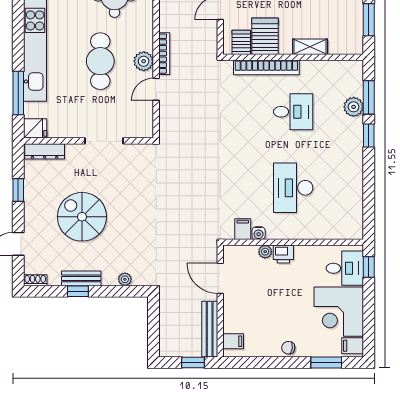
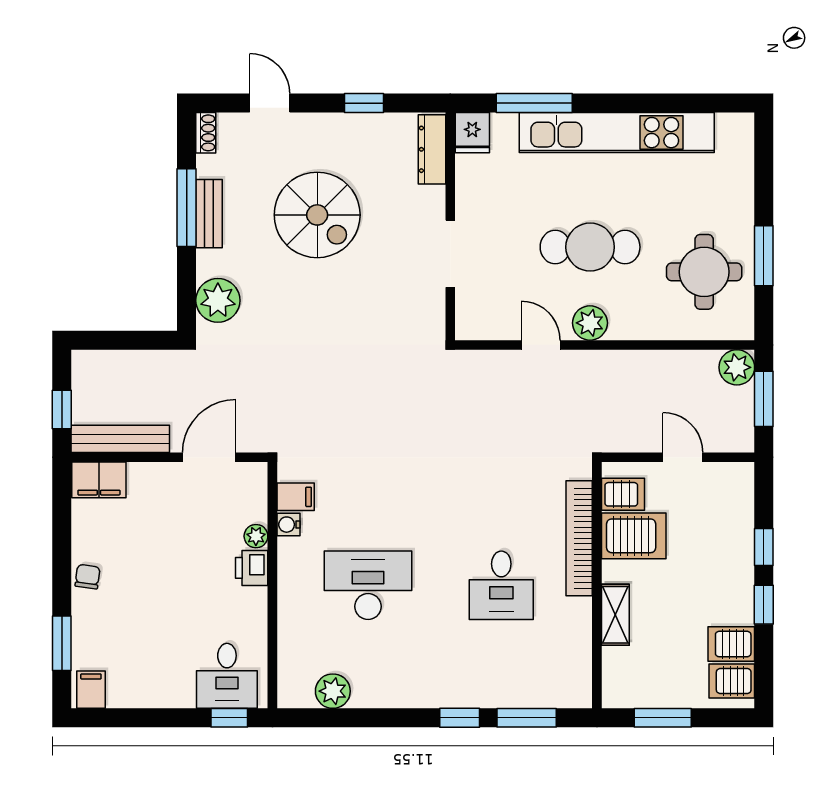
bookcase: (164, 54) -> (603, 359), removed
plant: (354, 107) -> (333, 691), moved
spiral stairs: (82, 217) -> (317, 215), turned 90
plant: (125, 279) -> (218, 300), width x1.87, depth x1.87
window: (78, 291) -> (187, 208), width x2.17
corner desk: (339, 312) -> (151, 665), removed
filing cabinet: (233, 341) -> (99, 480), width x2.00

